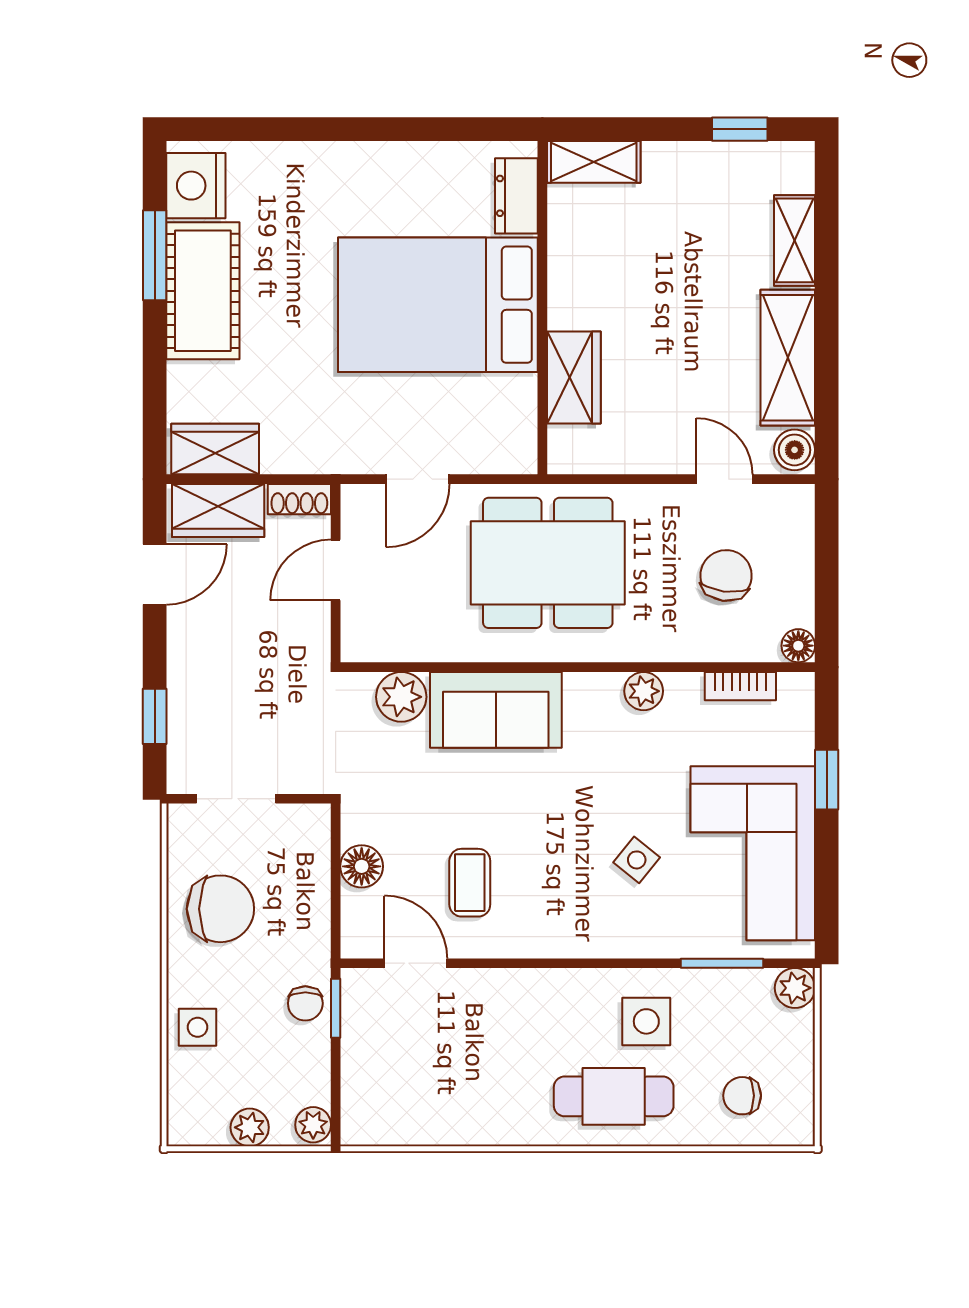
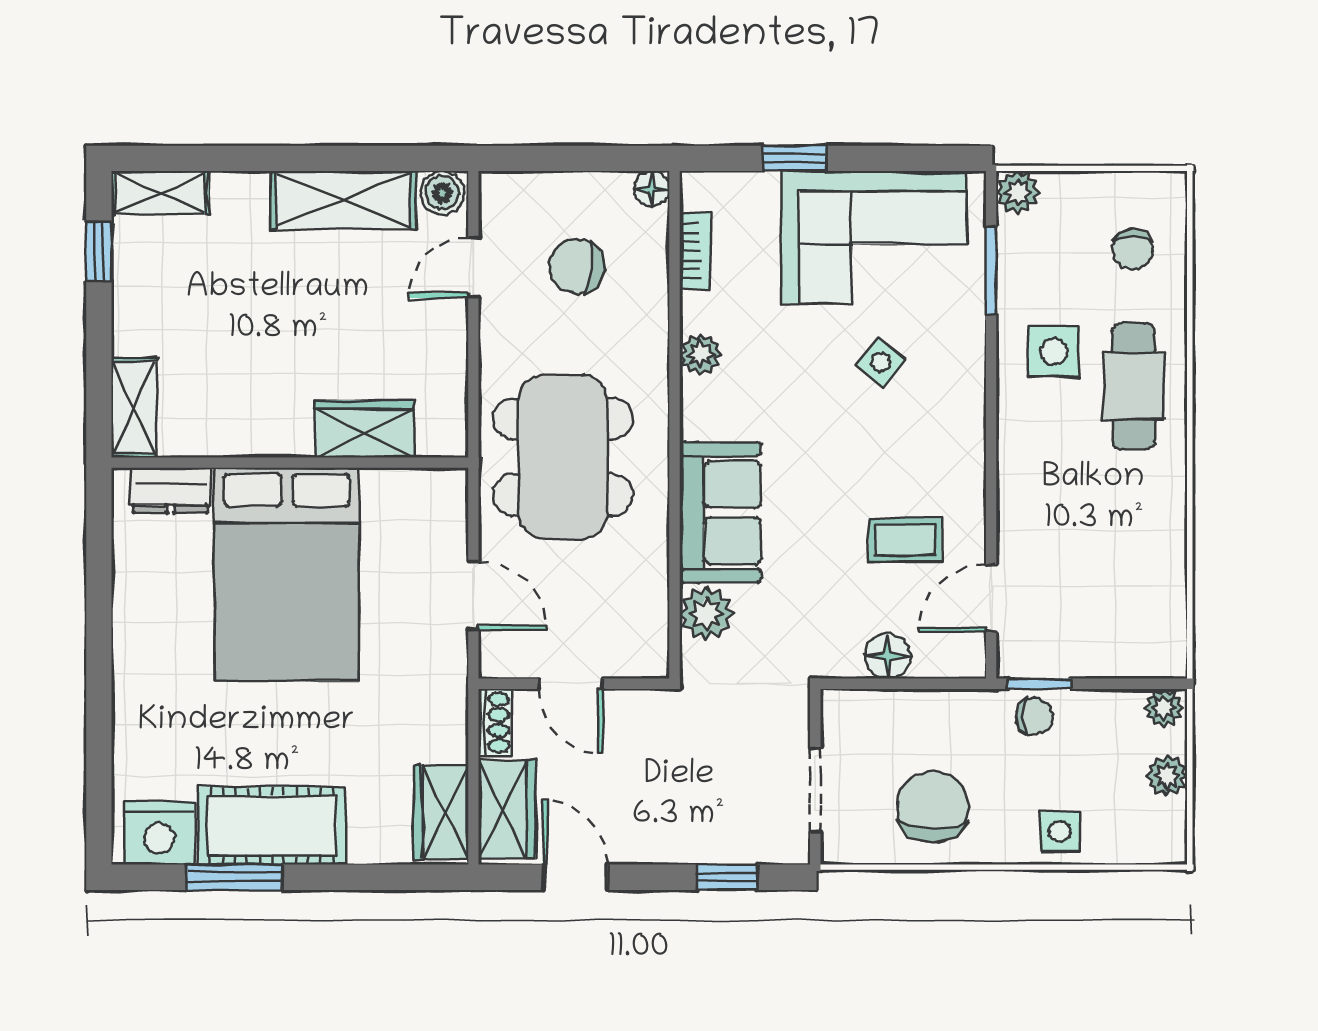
shelving: (795, 240) -> (160, 193), moved

